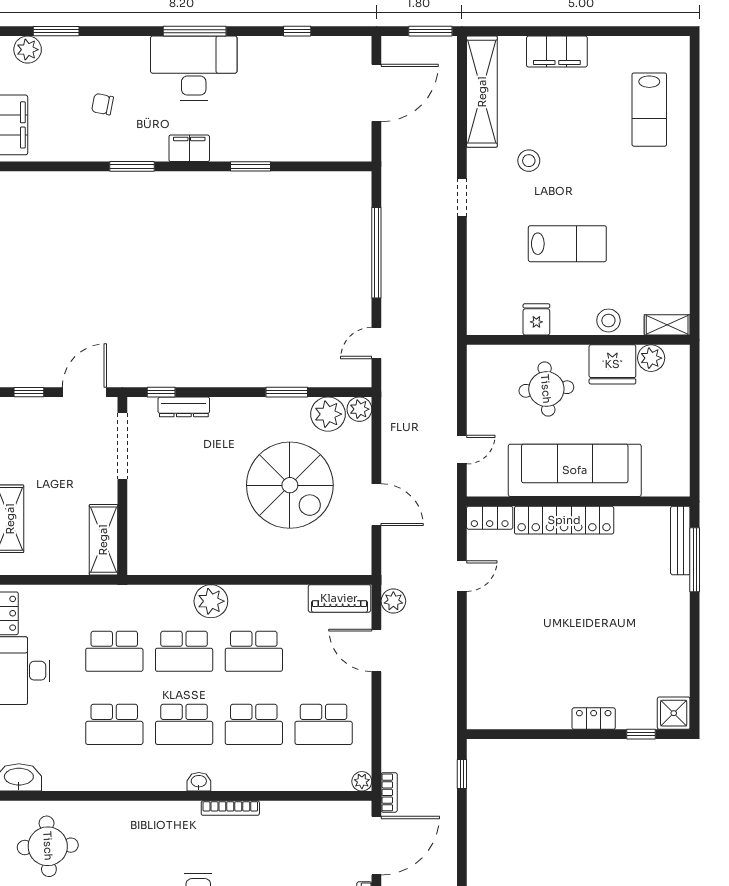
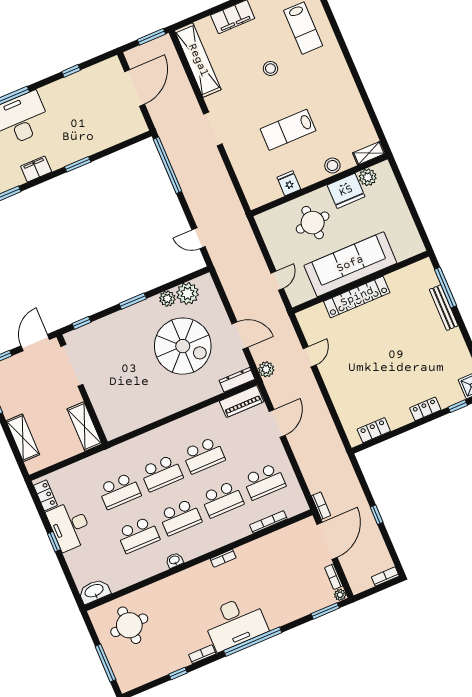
stool: (529, 161) -> (270, 68), moved
doorway: (462, 198) -> (213, 129), width x1.38
lab bench: (567, 244) -> (288, 130), turned 180
window: (376, 253) -> (168, 165), moved
door: (376, 343) -> (199, 238), hinge flipped
window: (287, 392) -> (133, 301), moved
dresser: (184, 407) -> (237, 380), moved, turned 180
plant: (359, 409) -> (167, 299), moved
locker: (490, 518) -> (374, 430), moved, turned 180
bench: (680, 541) -> (444, 308), moved
plant: (211, 601) -> (165, 436), removed
plant: (393, 601) -> (266, 369), moved
door: (376, 650) -> (277, 423), swing flipped
window: (462, 774) -> (377, 515), moved
plant: (362, 781) -> (302, 506), removed
washbasin: (199, 782) -> (174, 560), moved
bookcase: (305, 784) -> (268, 522), added
bookcase: (230, 808) -> (223, 558), width x0.64

